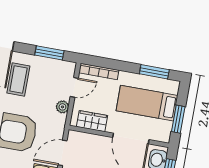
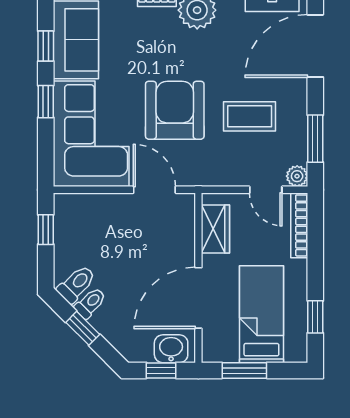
window: (154, 72) -> (315, 317), width x0.67
coffee table: (18, 80) -> (250, 116), moved
plant: (62, 107) -> (297, 176), moved

